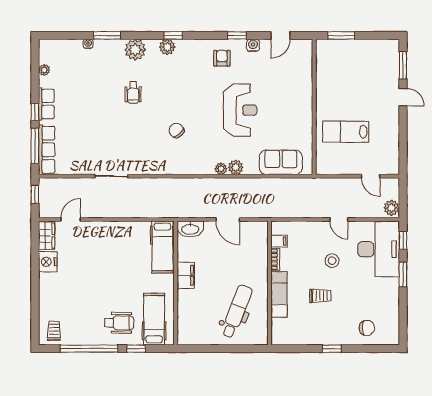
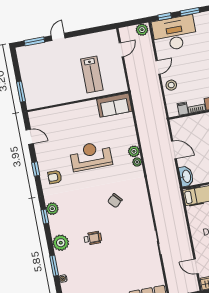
water cooler: (253, 45) -> (41, 156), removed
plant: (167, 47) -> (52, 209), moved
sofa: (281, 162) -> (114, 105), moved, turned -90
door: (228, 219) -> (174, 150), hinge flipped
stool: (332, 261) -> (171, 85), moved

